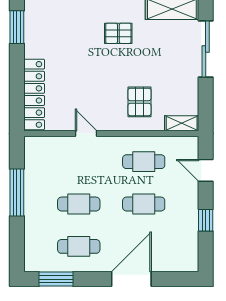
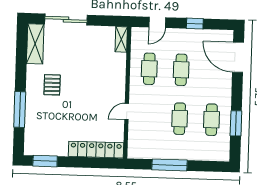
pallet: (140, 102) -> (104, 71), removed
window: (56, 279) -> (236, 123), moved
door: (131, 279) -> (238, 57), moved

